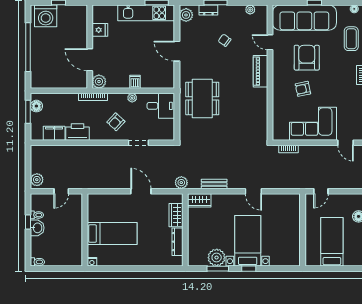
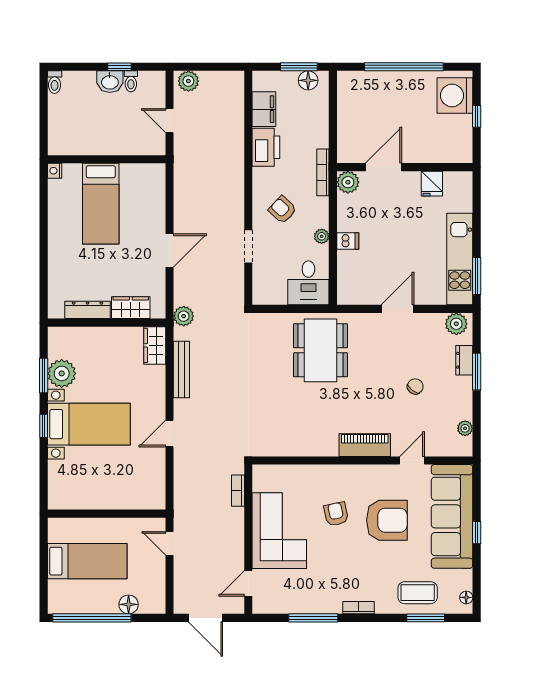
dining table: (202, 98) -> (321, 350), turned 90
bench: (214, 184) -> (181, 370), width x1.36

